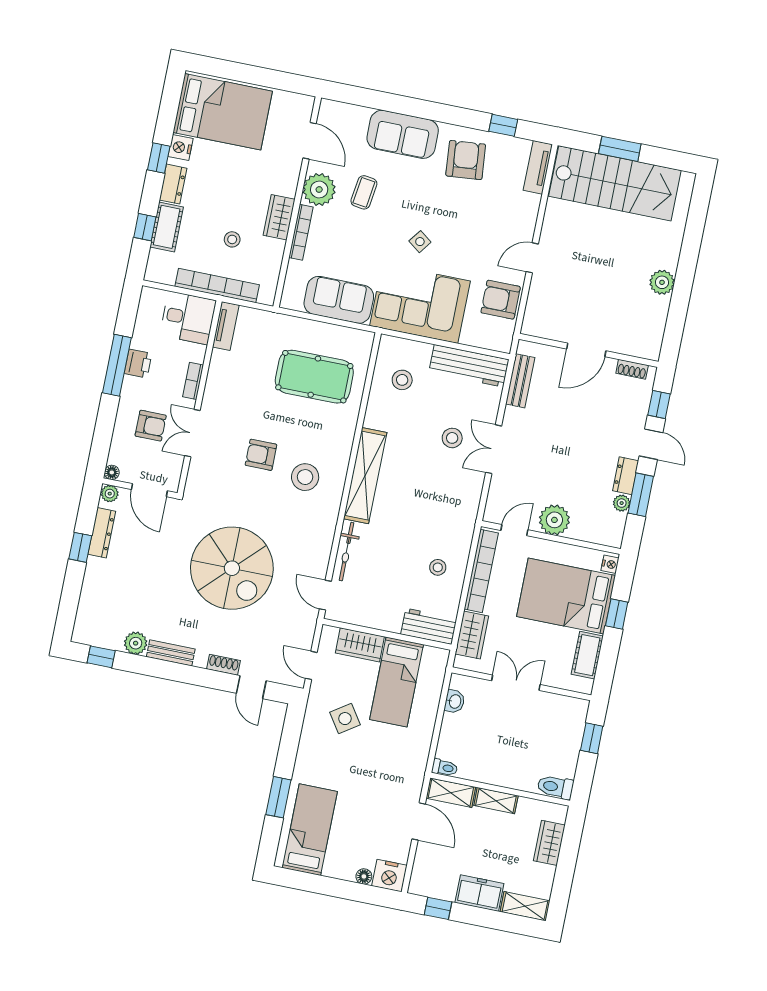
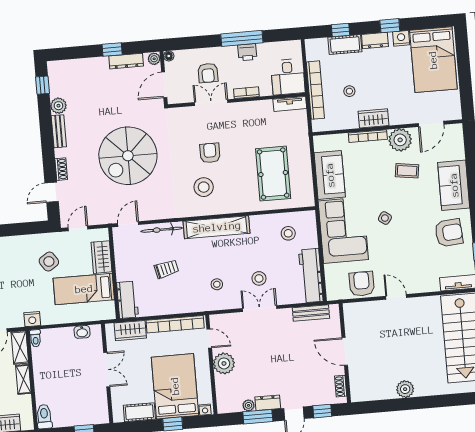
trolley: (402, 561) -> (166, 269), added
stool: (438, 567) -> (217, 284), moved
nightstand: (417, 764) -> (32, 319), added

